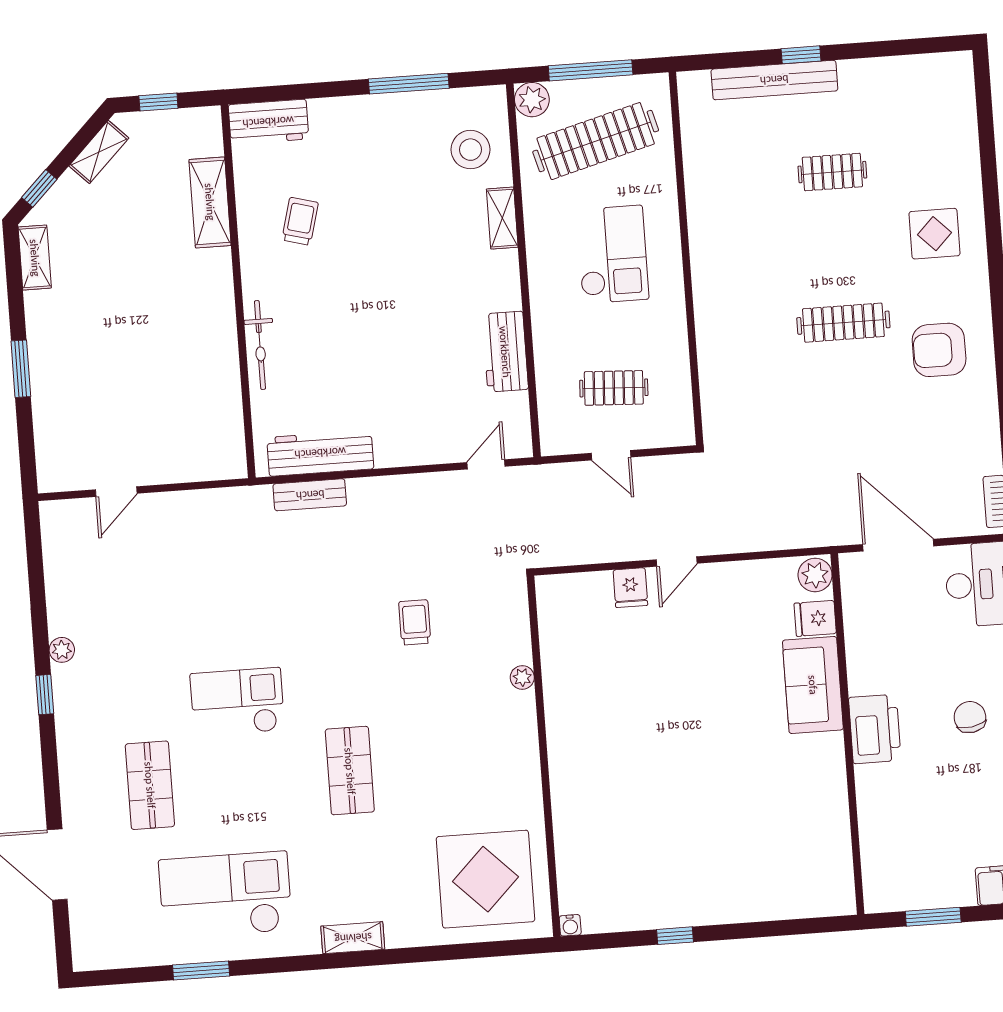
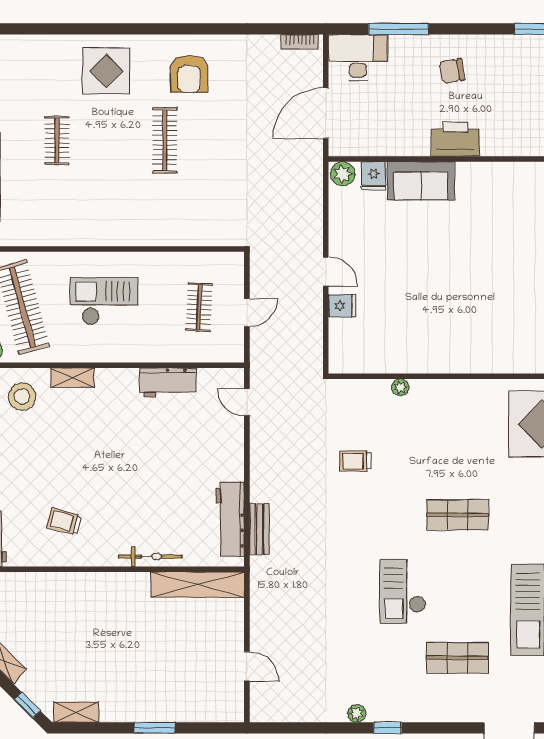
shelving: (210, 202) -> (198, 585), moved, width x1.47
display table: (935, 234) -> (106, 71), width x1.36, depth x1.36

